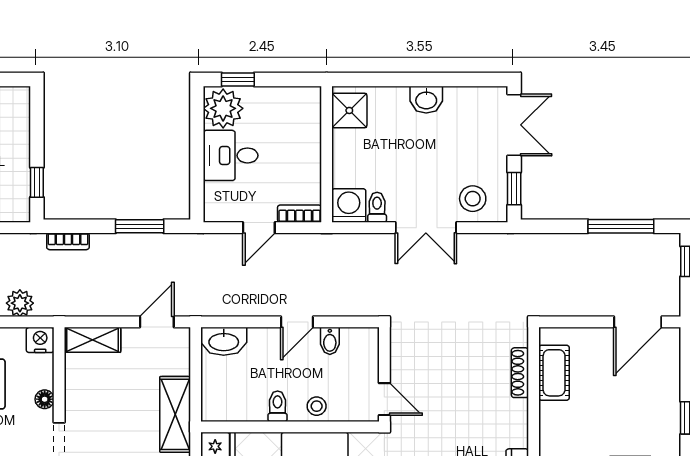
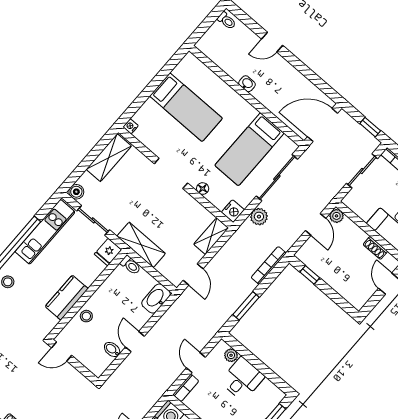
plant: (223, 108) -> (231, 355), moved, width x0.53, depth x0.53
bookcase: (68, 241) -> (269, 265), width x1.56
toilet: (278, 406) -> (130, 265), moved

